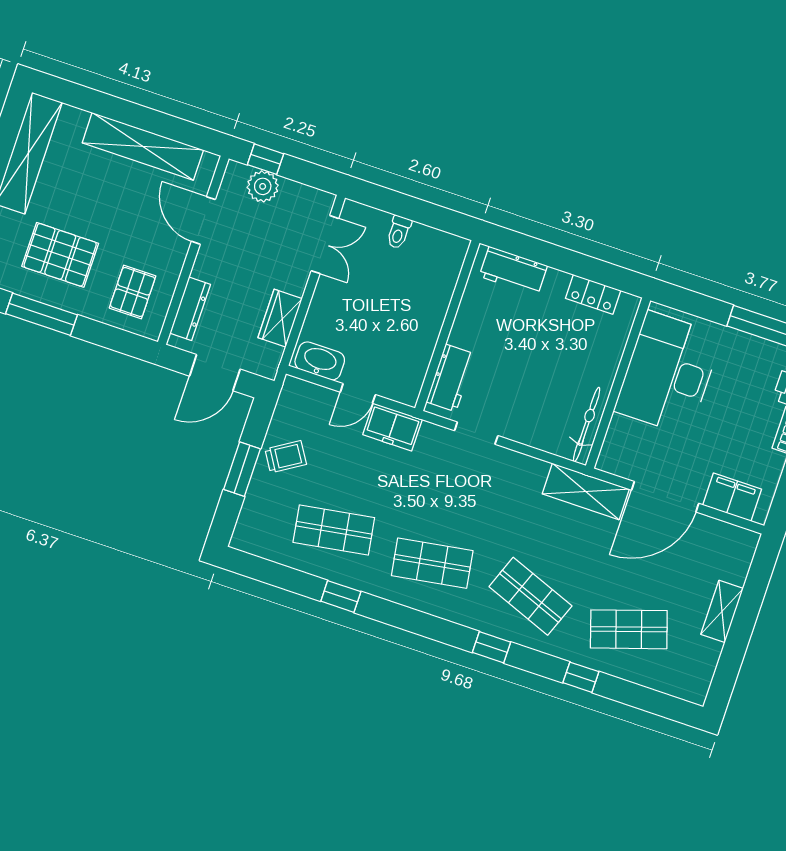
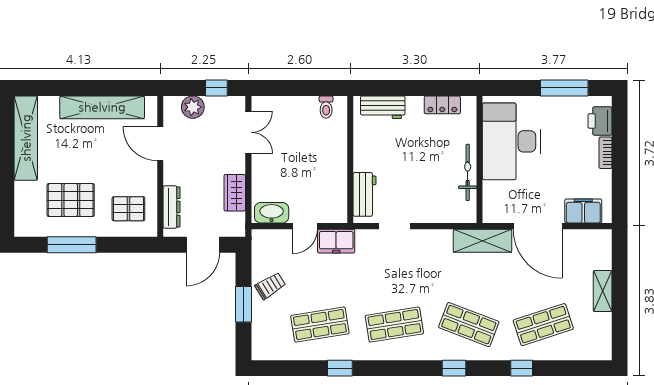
window: (265, 159) -> (216, 88), moved
toilet: (399, 232) -> (326, 107), moved
pallet: (133, 292) -> (128, 209), turned 90
bicycle: (587, 425) -> (468, 172), moved
door: (665, 497) -> (538, 226), hinge flipped

